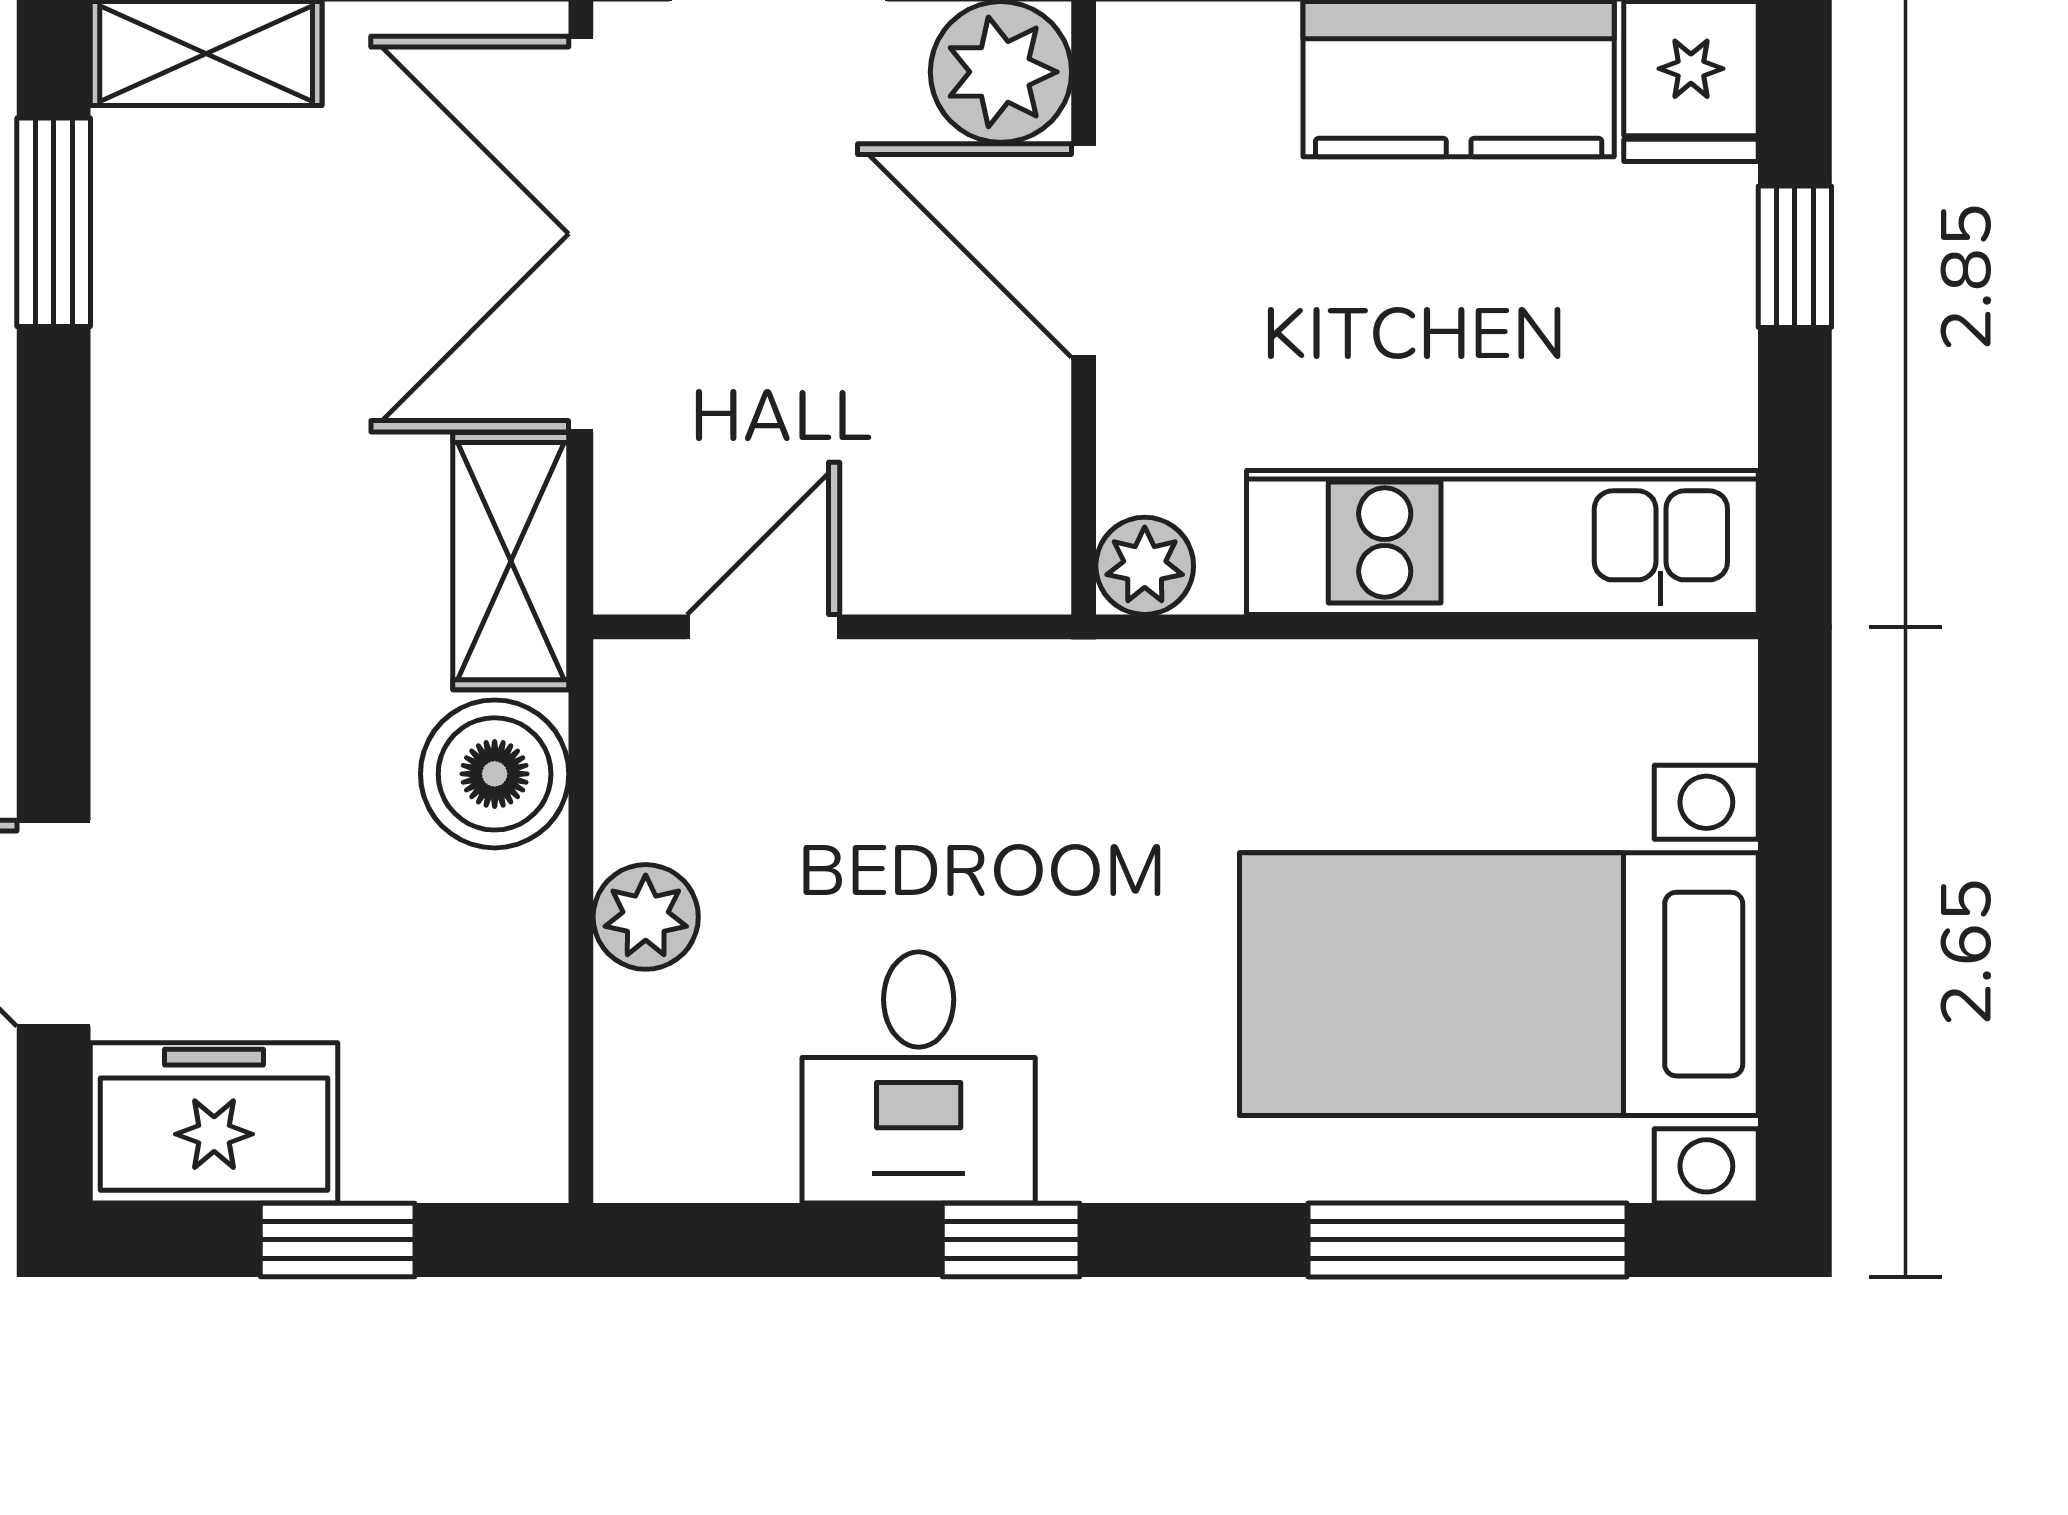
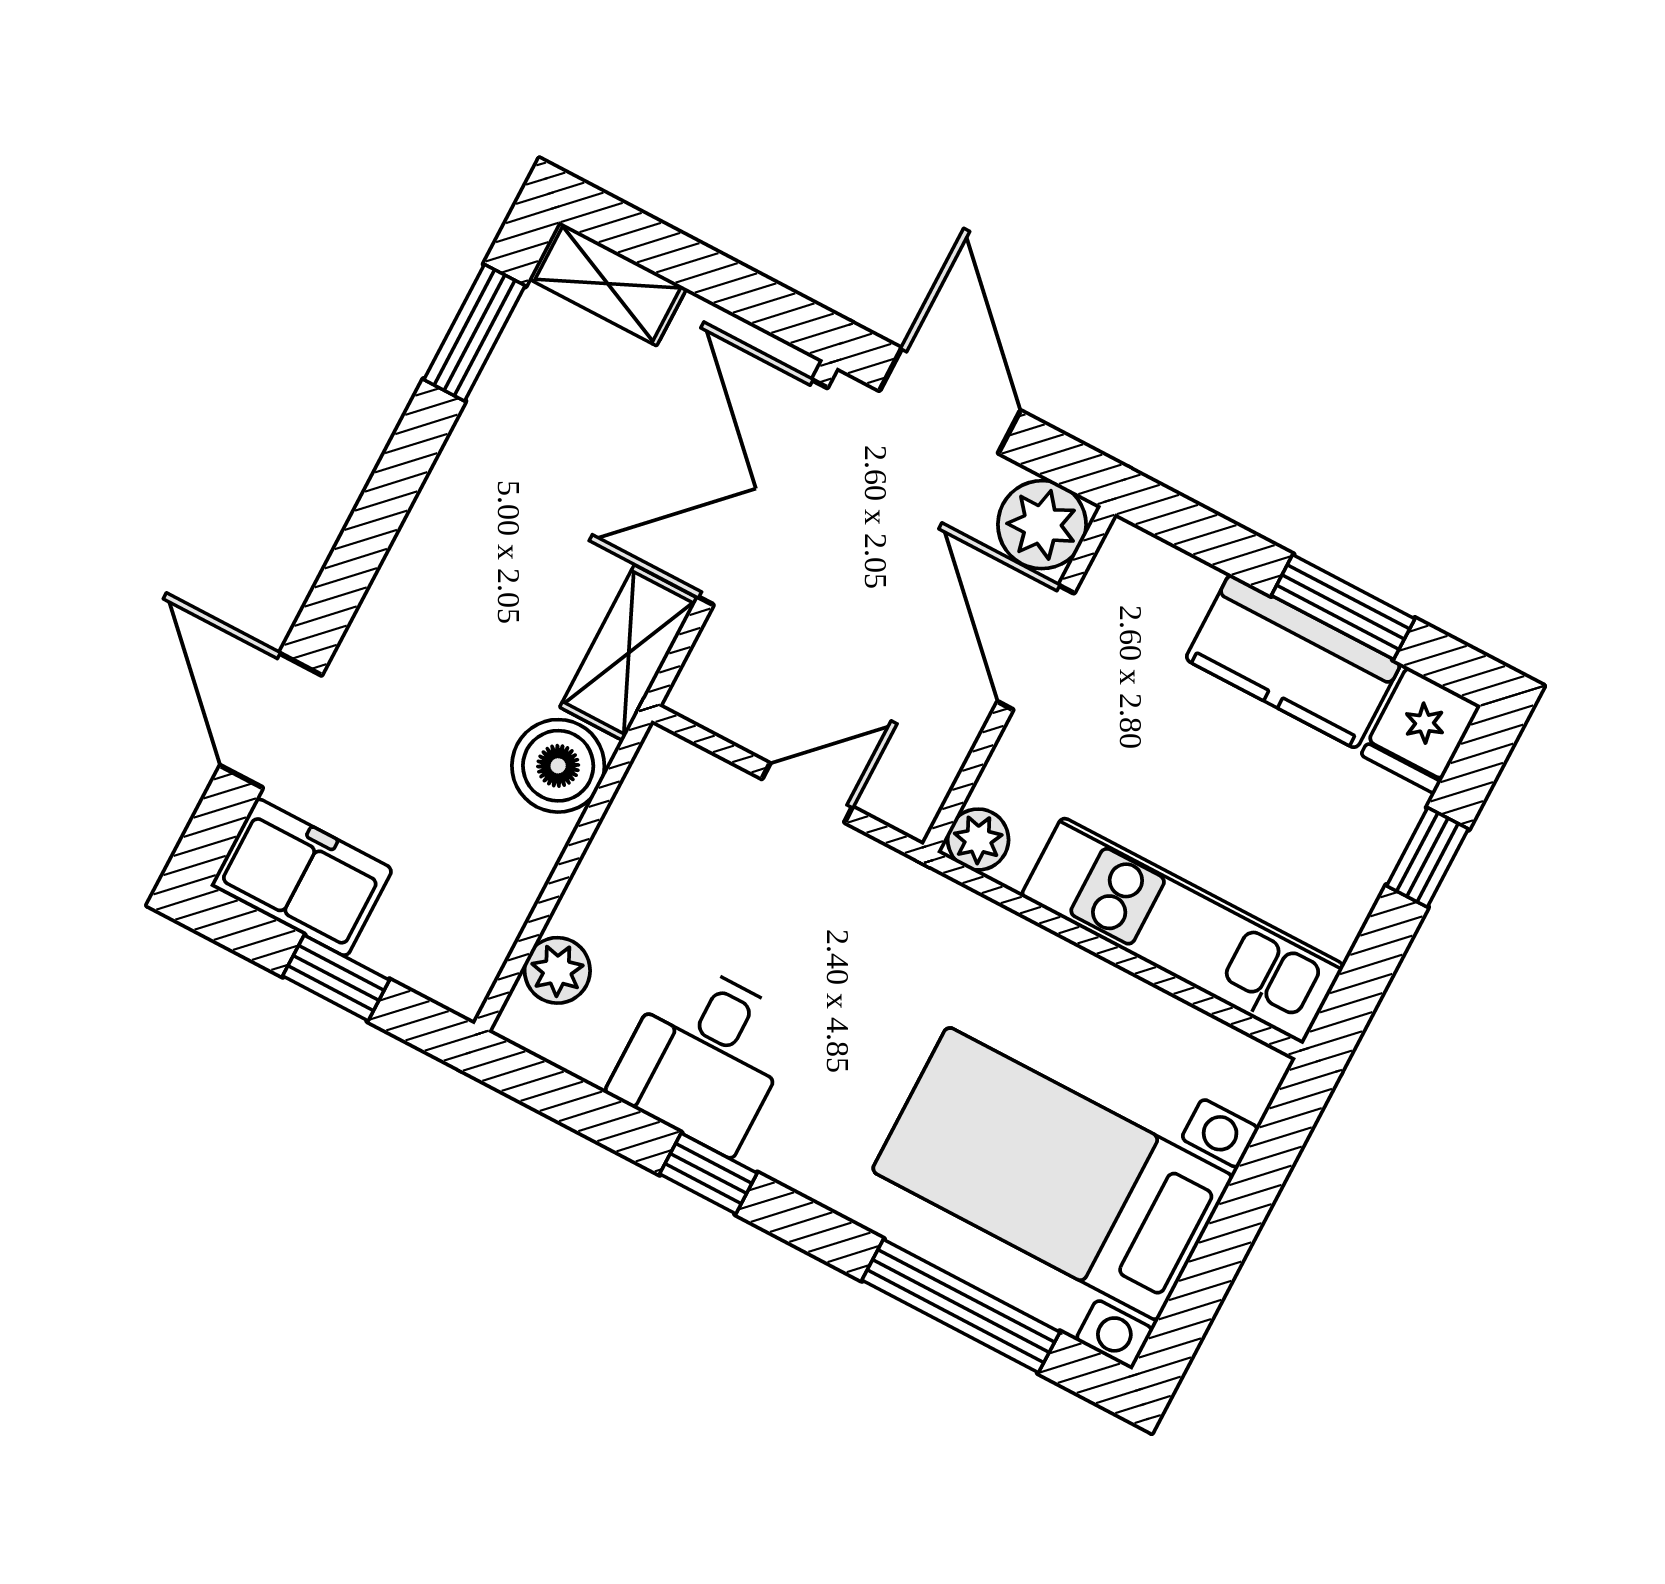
door: (763, 627) -> (807, 793), moved
plant: (646, 917) -> (557, 970), moved

